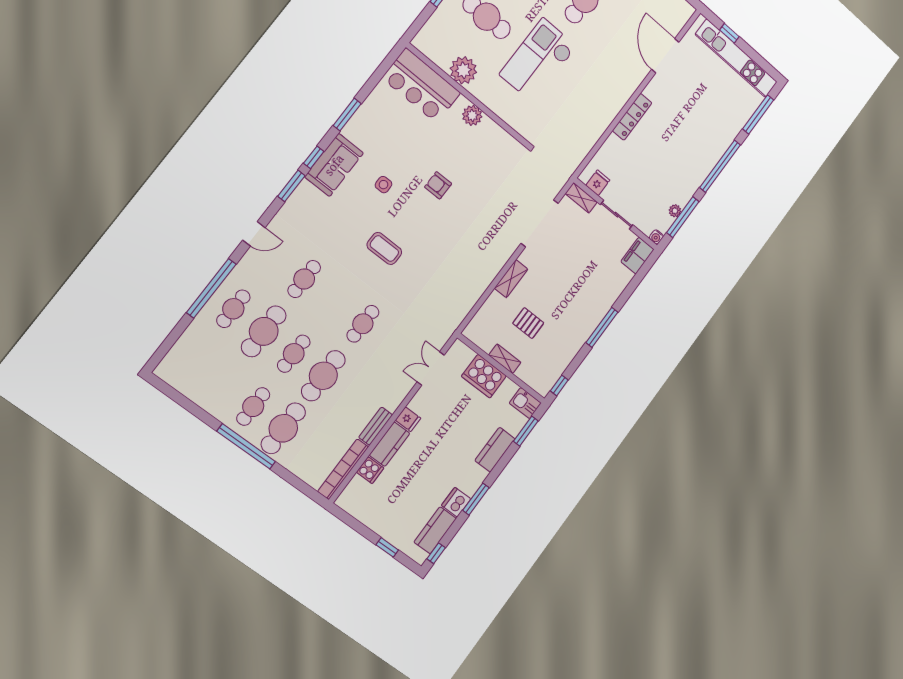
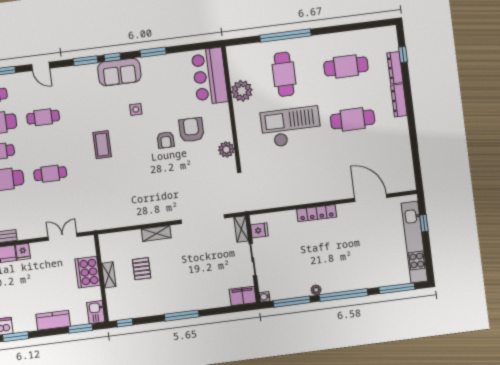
door: (665, 56) -> (371, 198), hinge flipped
plant: (472, 115) -> (226, 149), moved
armchair: (452, 152) -> (191, 130), added
armchair: (438, 185) -> (166, 140), turned 180
plant: (675, 211) -> (316, 290), moved

